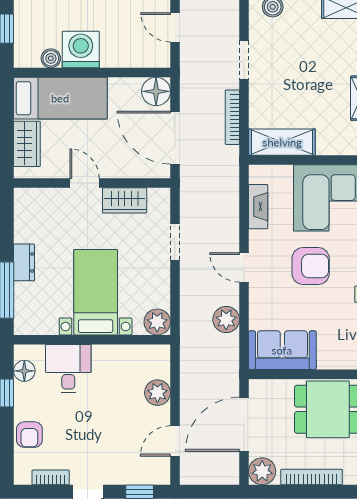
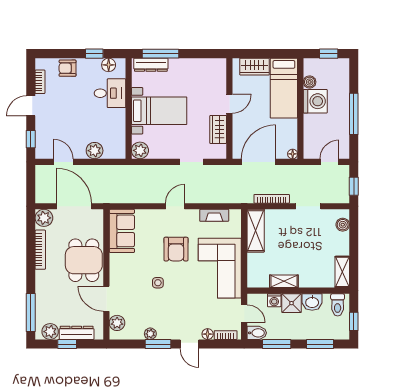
floor lamp: (156, 91) -> (293, 154), width x0.53, depth x0.53
dresser: (24, 262) -> (151, 65), moved, width x1.44
plant: (226, 320) -> (142, 195), removed

